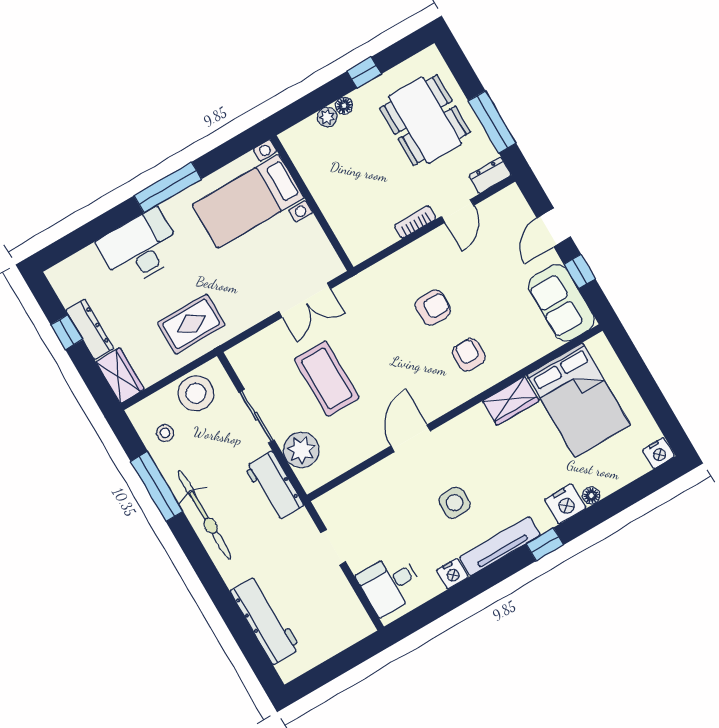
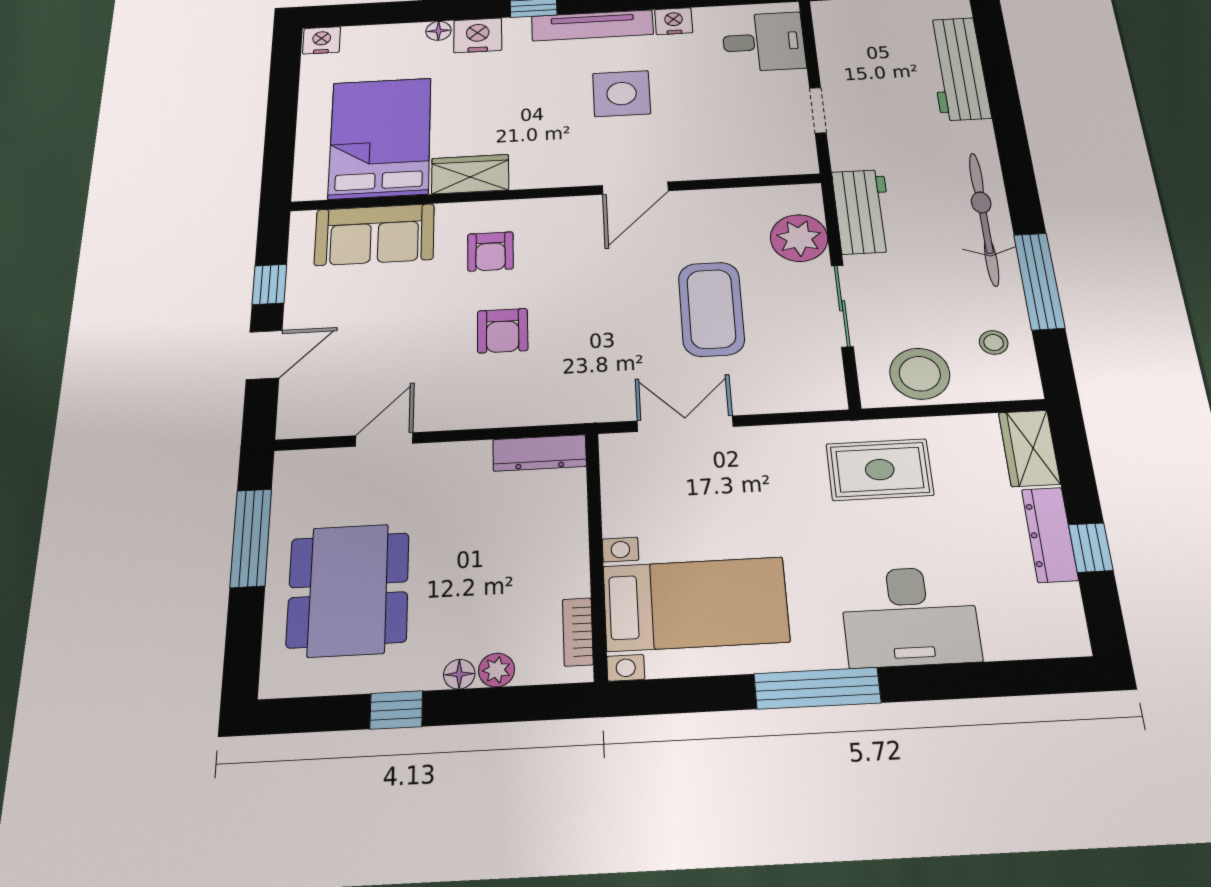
dresser: (490, 175) -> (540, 453), moved, width x1.44
bookcase: (415, 222) -> (578, 632), moved, turned 90
sofa: (561, 303) -> (375, 234), moved, turned 90
armchair: (433, 308) -> (503, 331), turned -90
side table: (455, 503) -> (622, 94), width x1.37, depth x1.37

